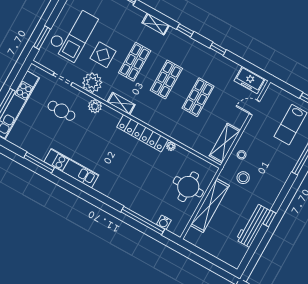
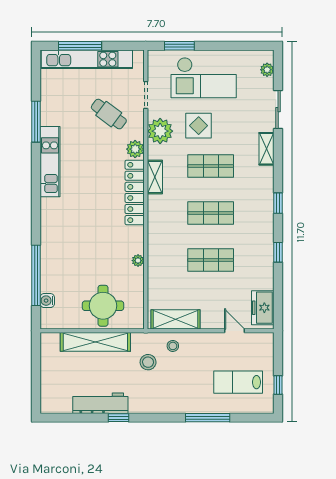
shelving: (156, 24) -> (267, 149), moved
cafe table: (61, 111) -> (109, 114), turned -53
locker: (142, 133) -> (135, 192), moved

